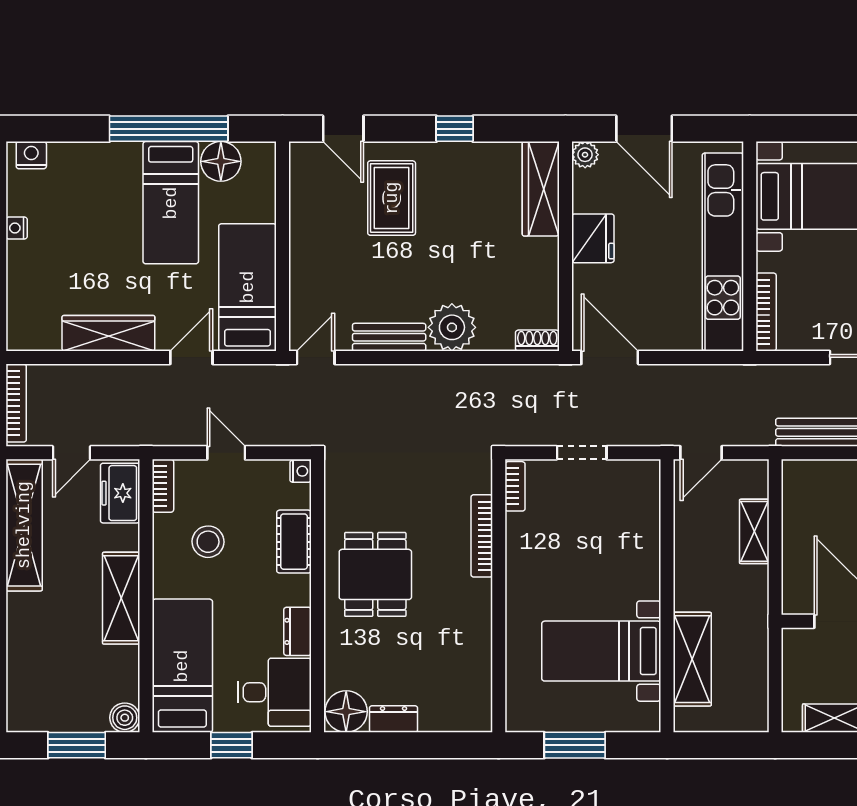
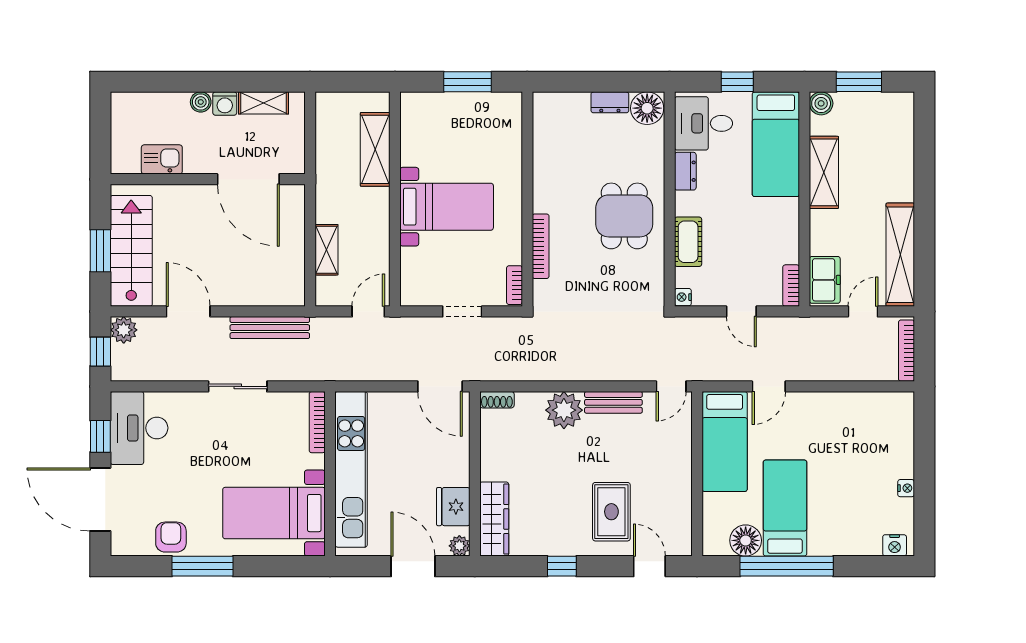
fridge: (593, 238) -> (453, 507), moved
wardrobe: (108, 333) -> (834, 405), removed
stool: (208, 542) -> (756, 242), removed
shelving: (121, 598) -> (824, 172), moved
bed with nightstands: (601, 651) -> (447, 207), moved

